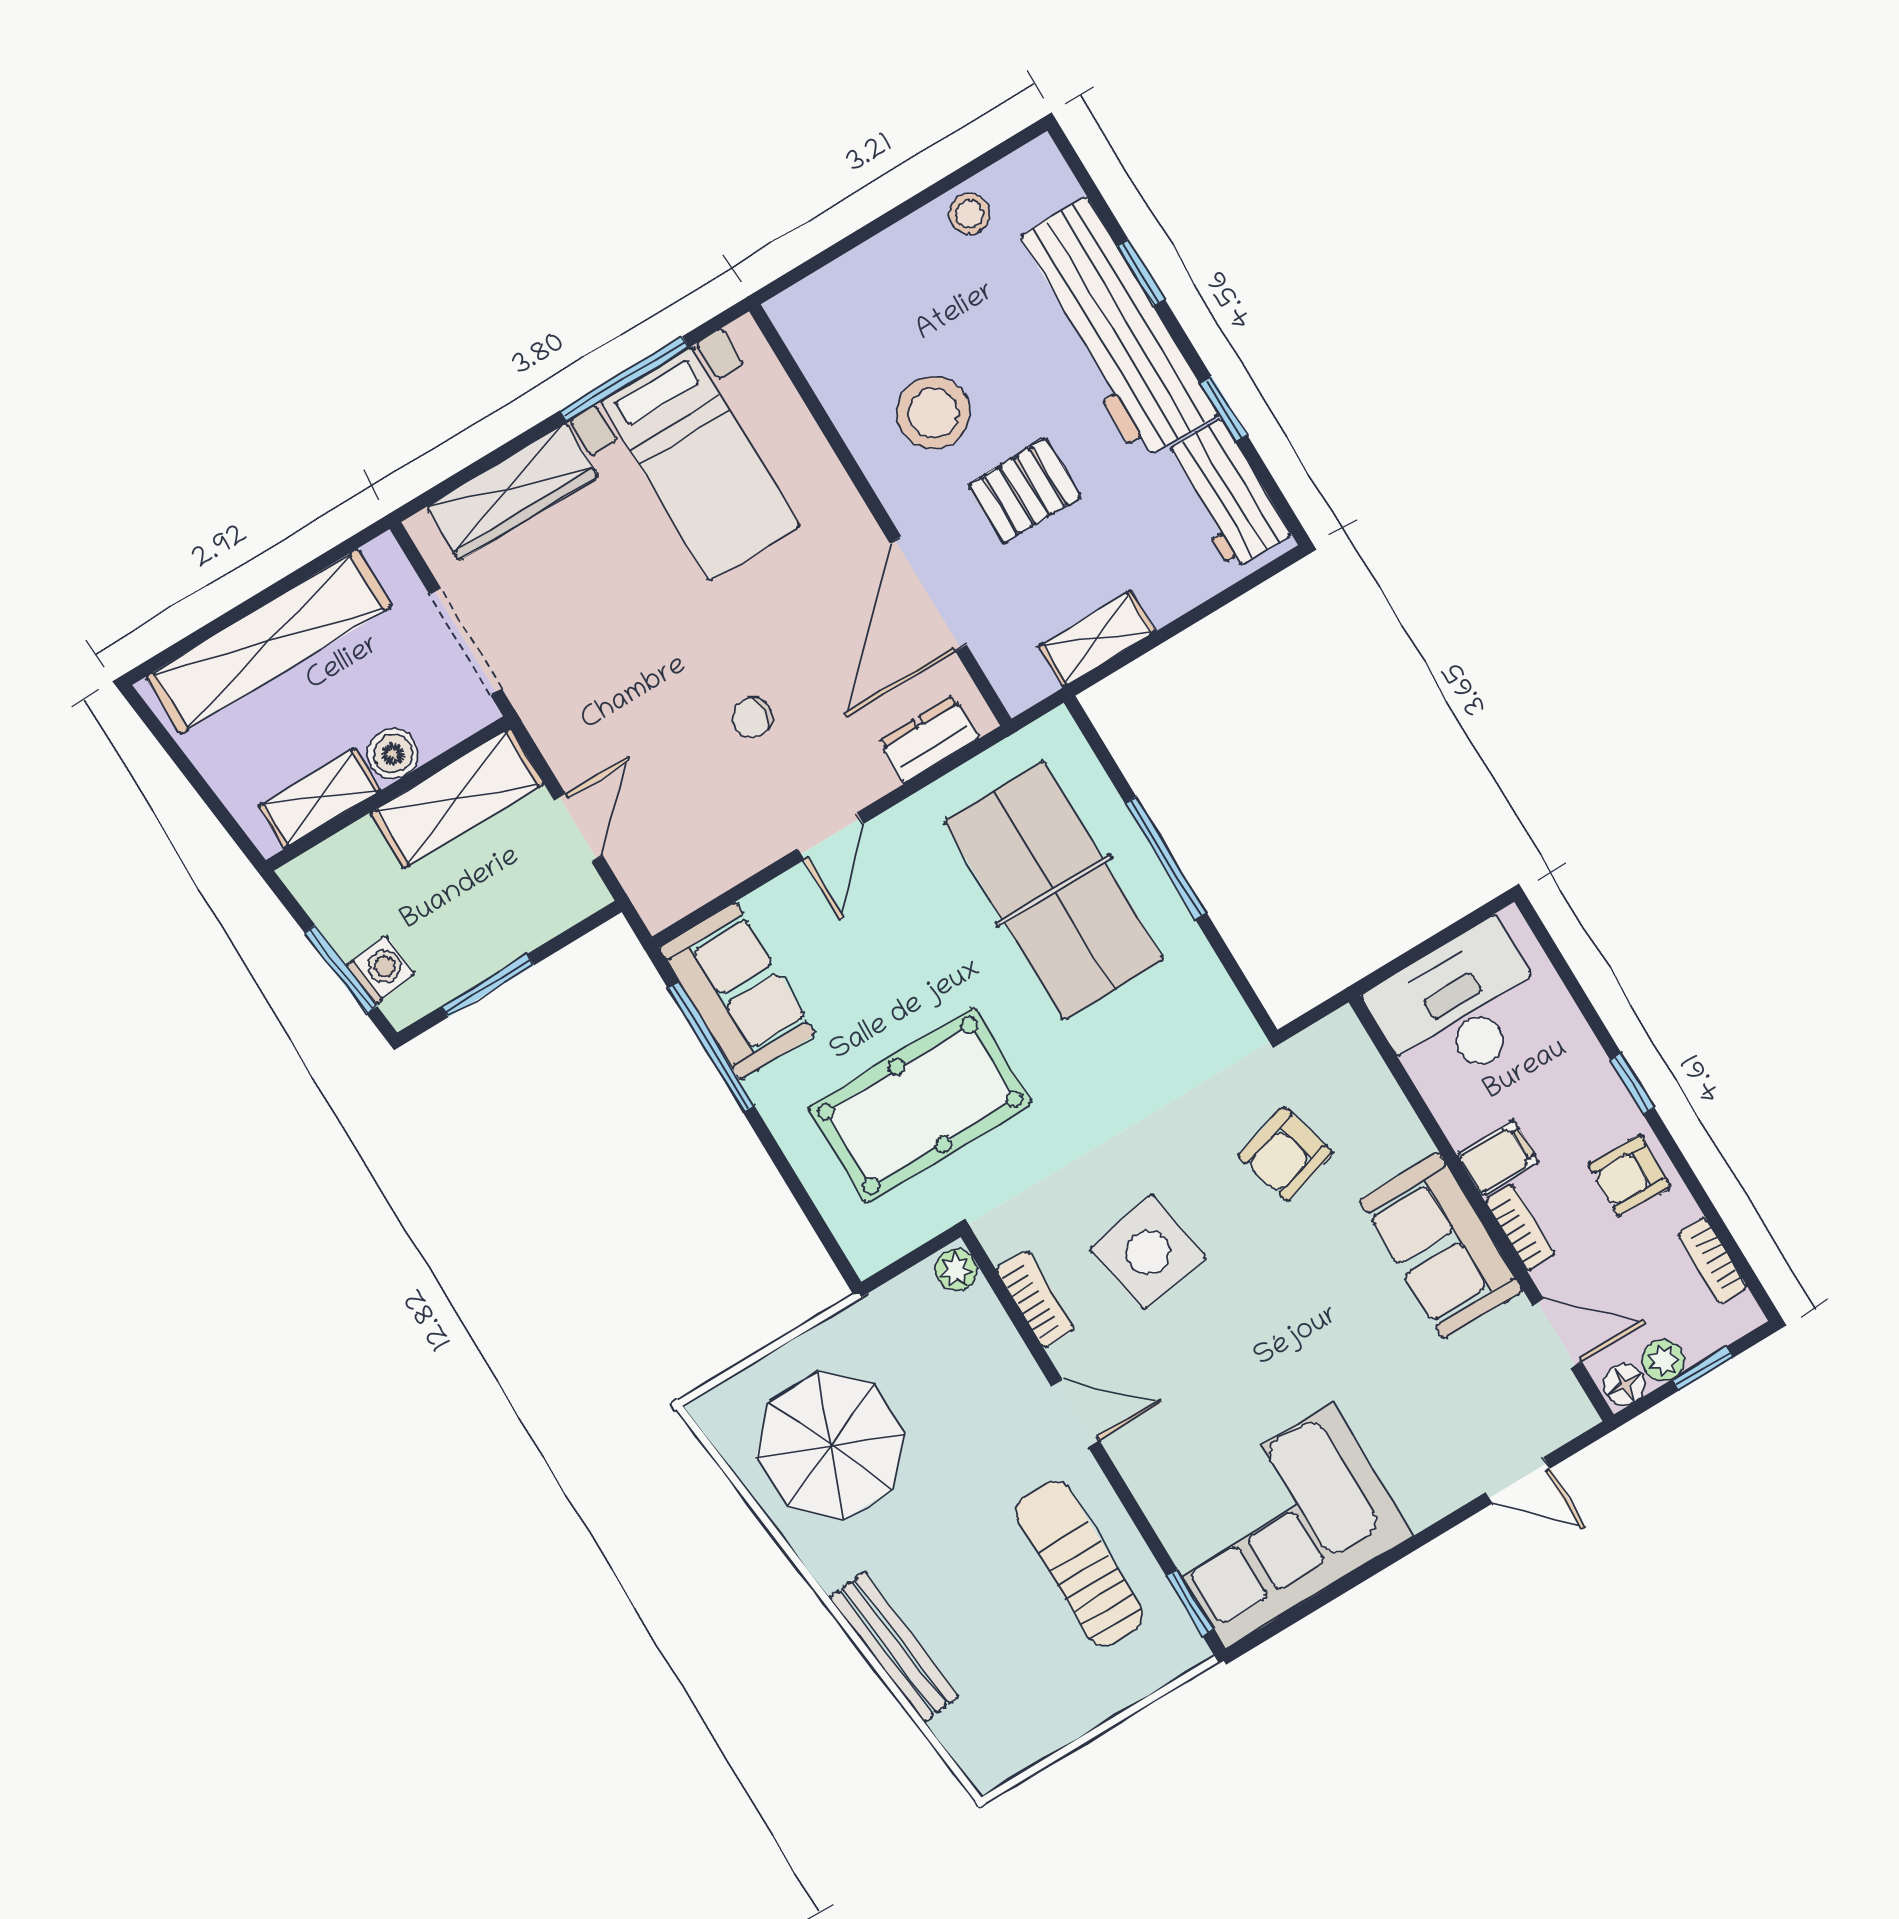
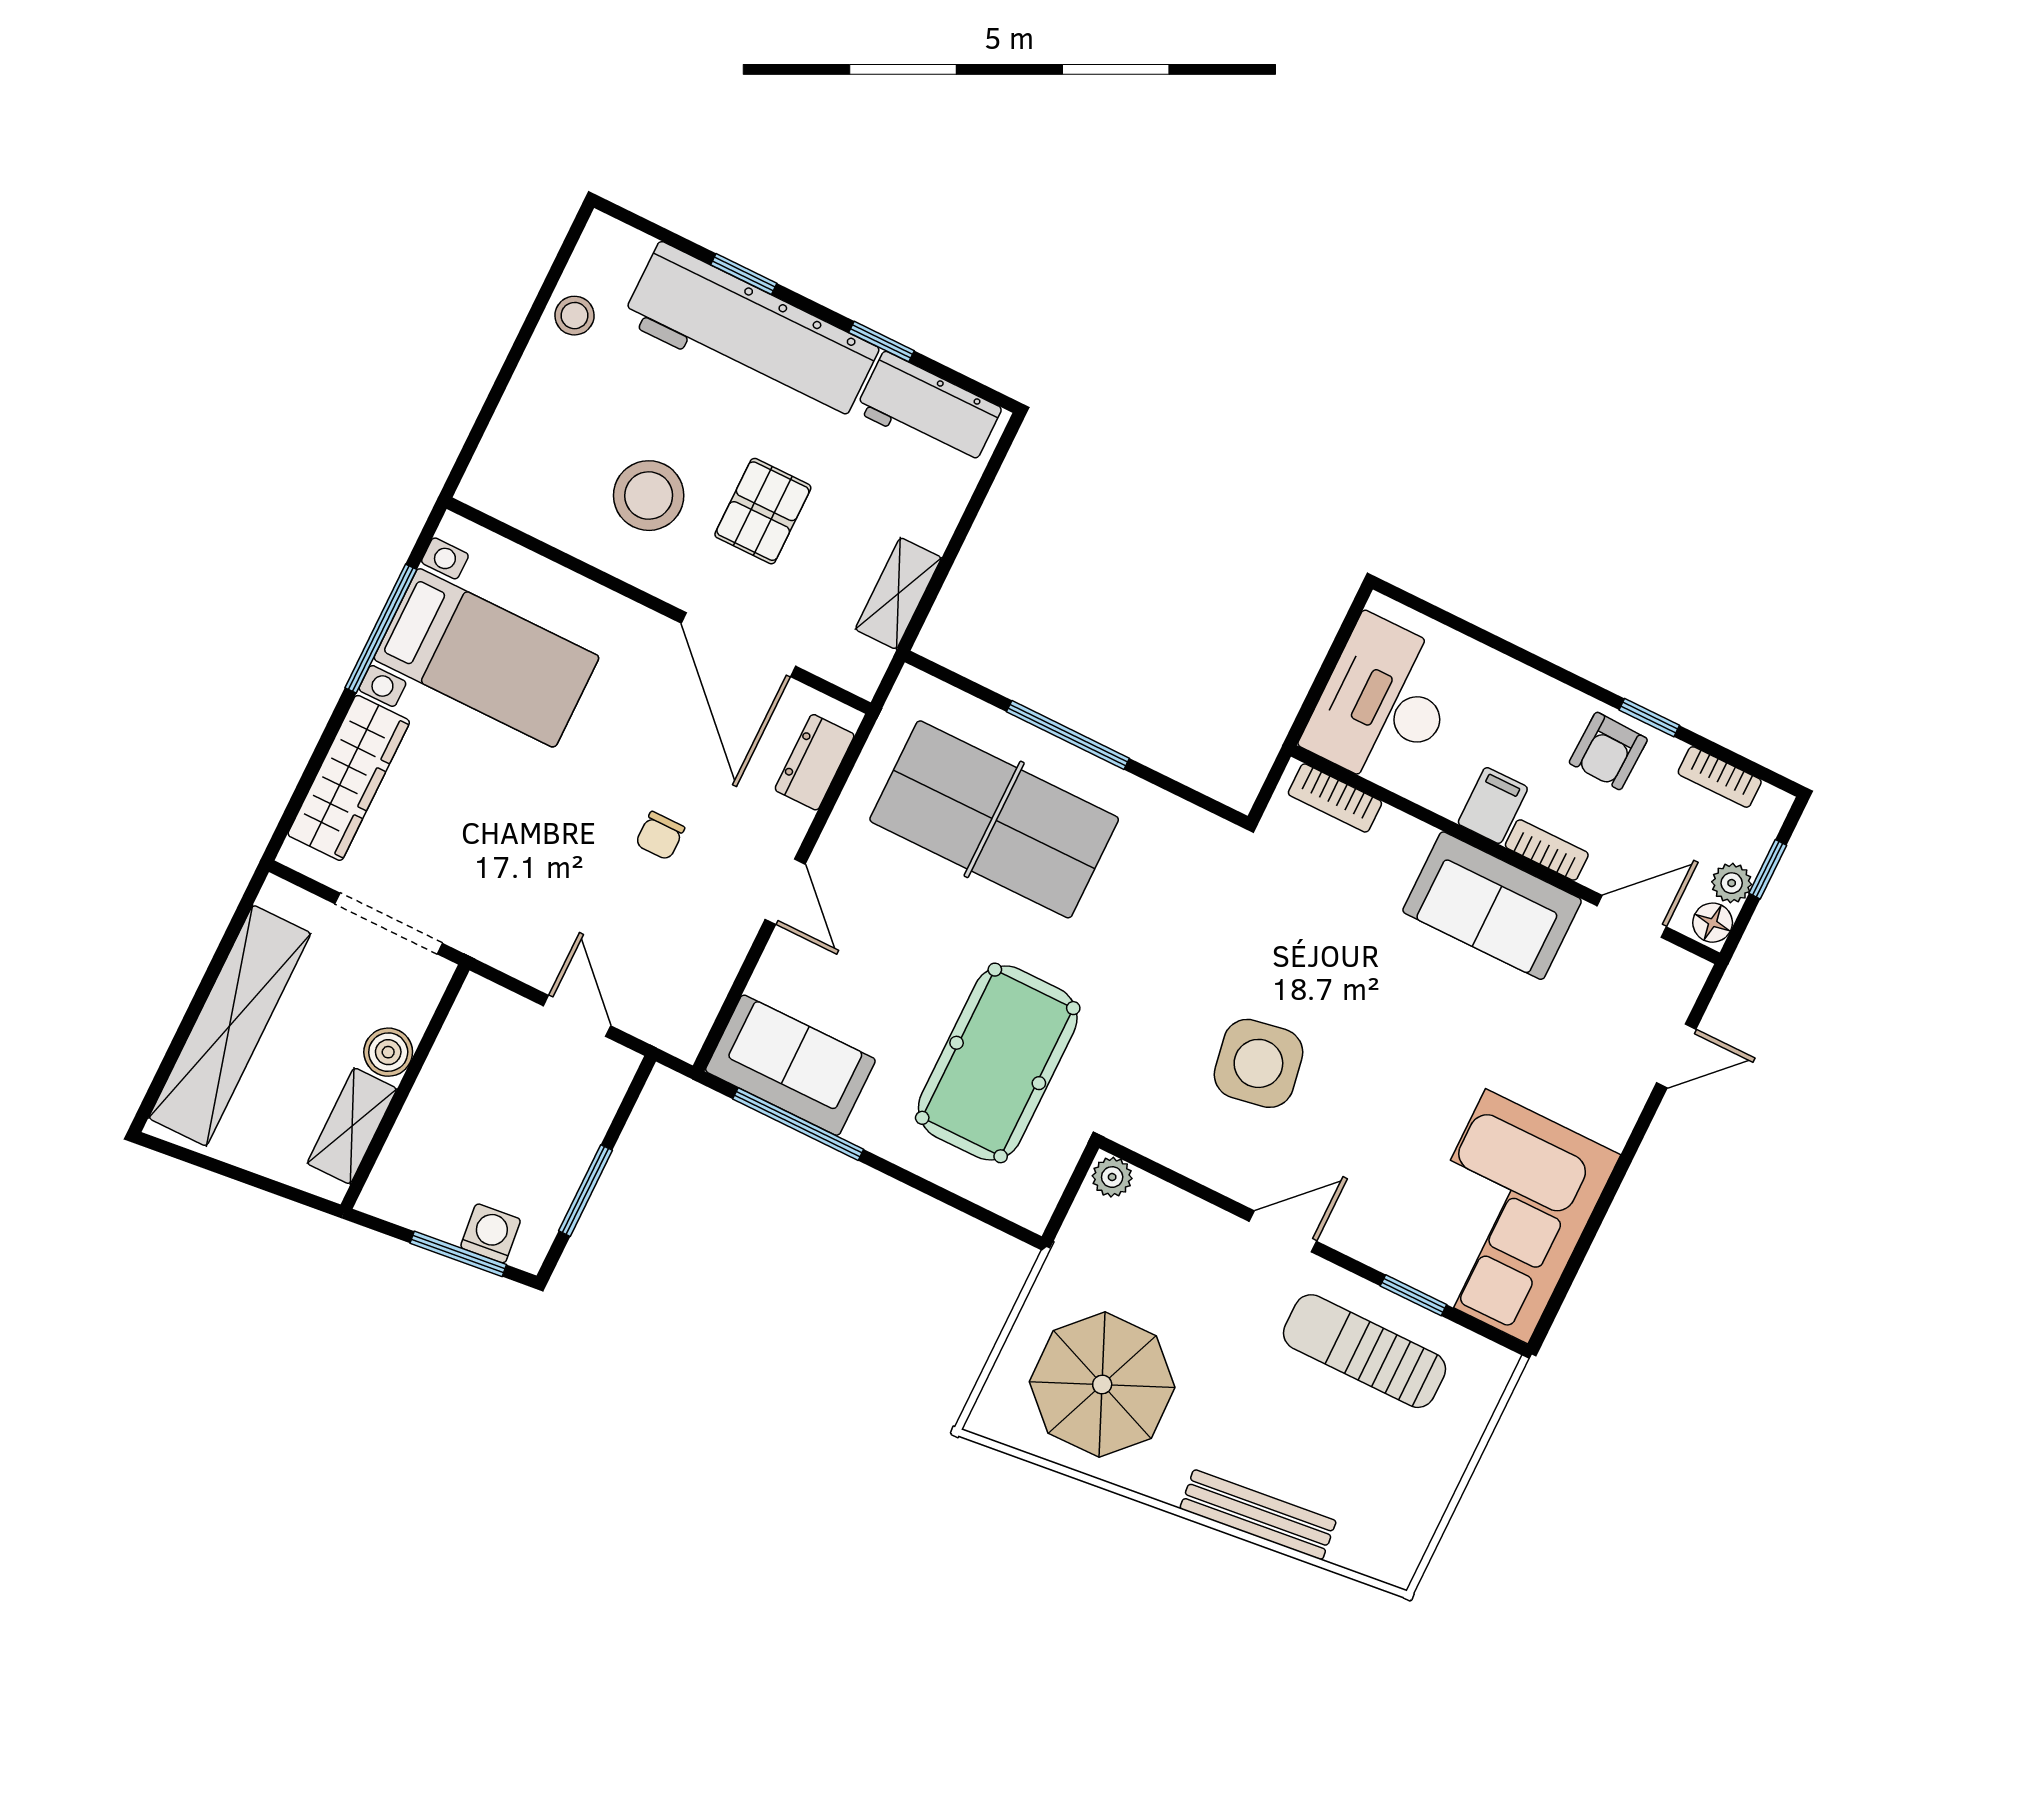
shelving: (457, 798) -> (463, 1055), removed
window: (1632, 1084) -> (1649, 718), moved
armchair: (1285, 1154) -> (1319, 912), removed
bookcase: (1035, 1299) -> (1335, 798), moved, turned 180
window: (1190, 1603) -> (1413, 1295), moved

